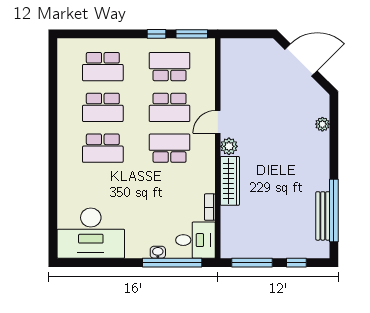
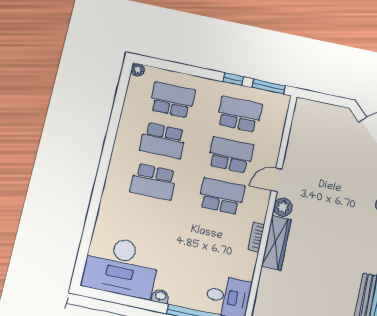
plant: (63, 44) -> (138, 70), added
school desk: (103, 67) -> (172, 100), turned 180
school desk: (170, 107) -> (231, 155), turned 180
bookcase: (210, 207) -> (256, 237), moved
washbasin: (158, 252) -> (161, 296), moved

